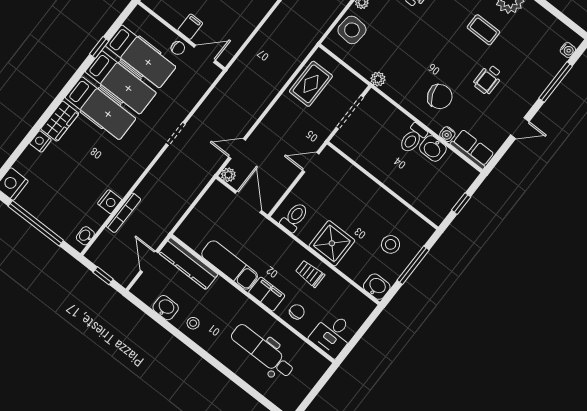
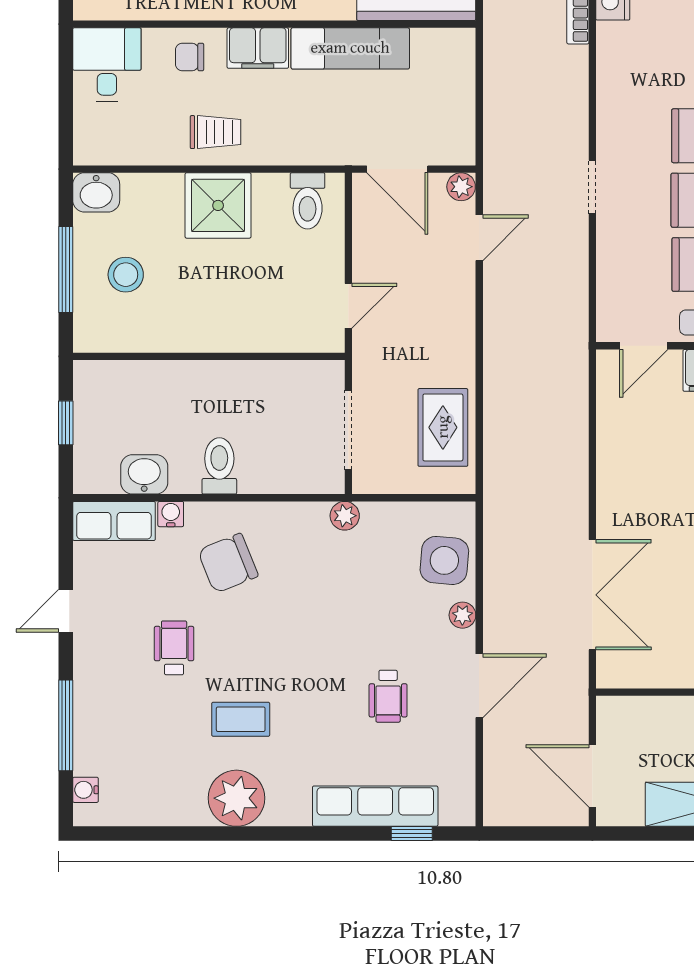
washbasin: (433, 148) -> (144, 474), moved
chair: (297, 312) -> (190, 57), turned 90

